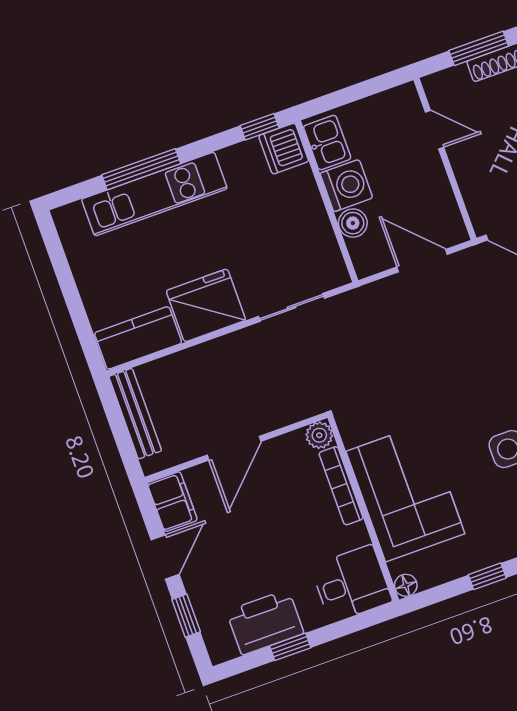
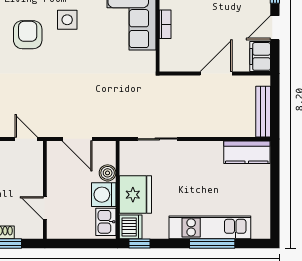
fridge: (206, 305) -> (135, 195), moved, turned -90
plant: (319, 435) -> (167, 64), removed
bookcase: (341, 486) -> (165, 24), width x0.64

